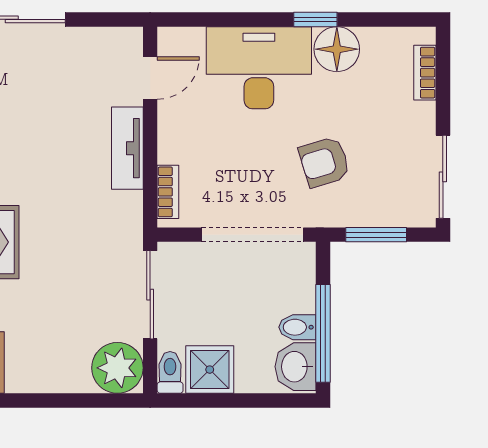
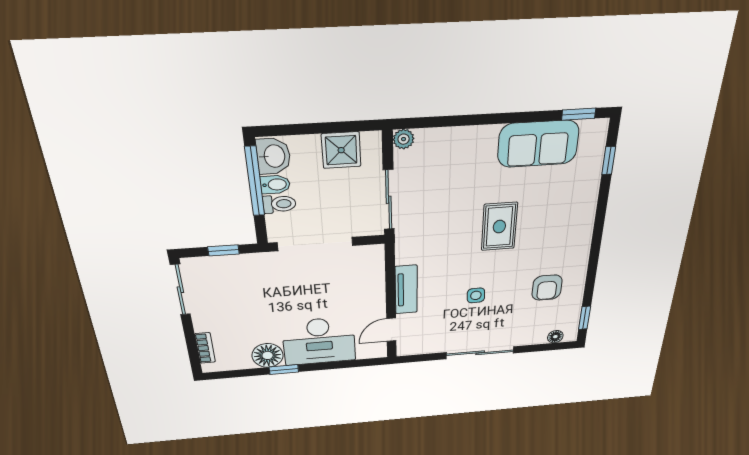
side table: (24, 128) -> (476, 295), added
armchair: (324, 162) -> (268, 292), removed
bookcase: (168, 192) -> (378, 266), removed
window: (376, 235) -> (224, 250), width x0.67
plant: (117, 368) -> (404, 139), width x0.53, depth x0.53
toilet: (170, 372) -> (279, 204), moved, turned -90

